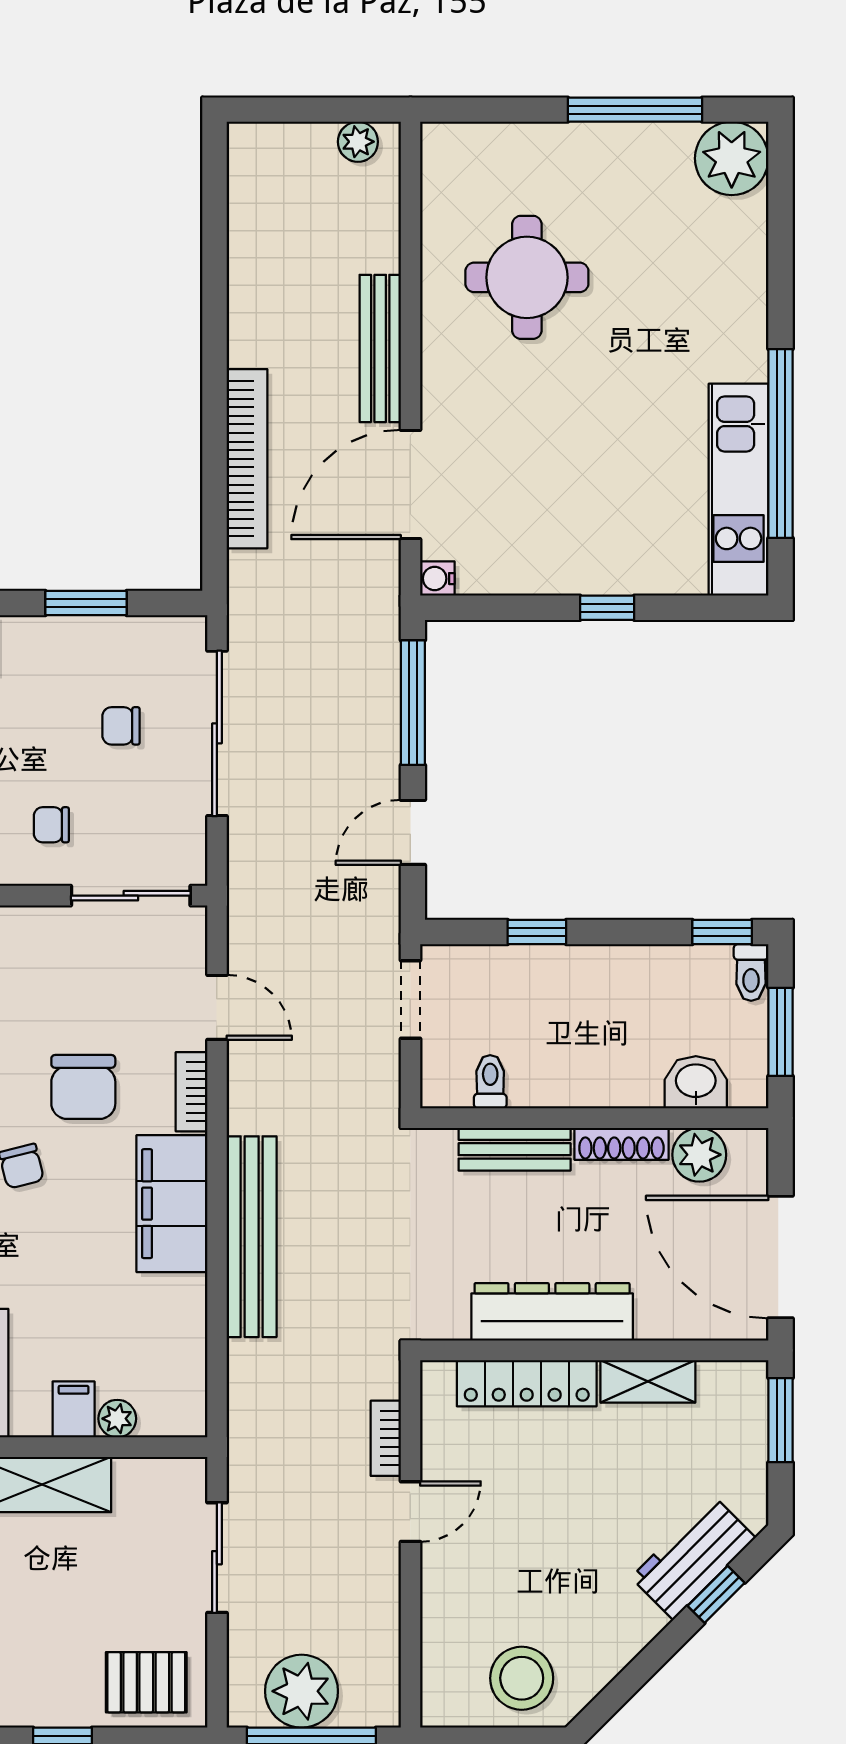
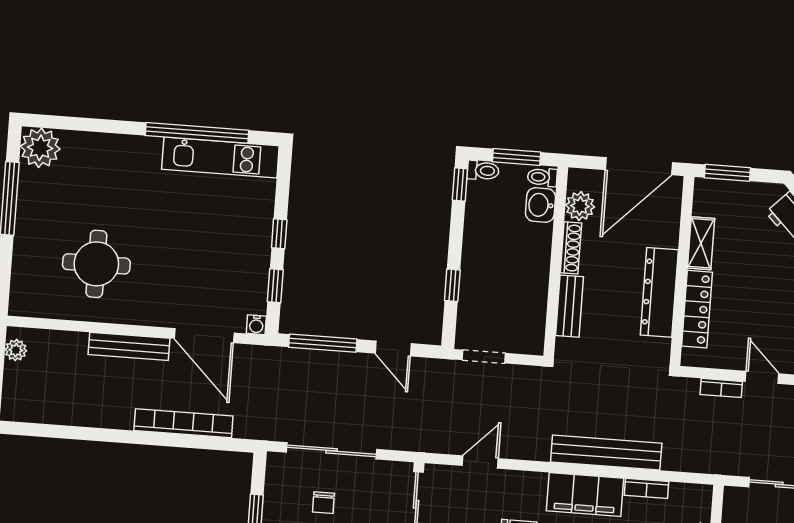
window: (511, 608) -> (275, 286), added
toilet: (490, 1082) -> (542, 177), moved
bookcase: (191, 1092) -> (647, 488), moved

